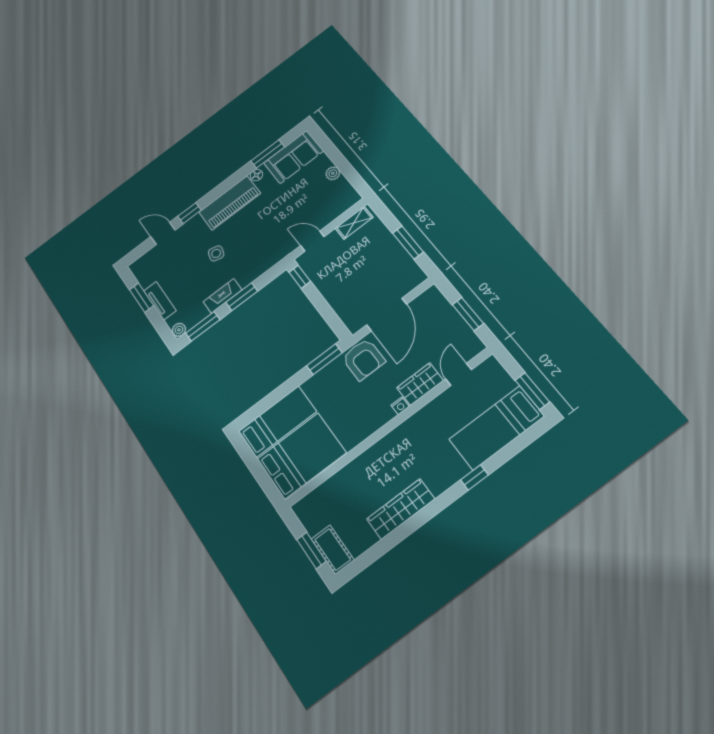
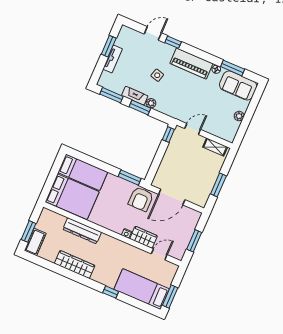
door: (163, 233) -> (153, 33), hinge flipped
door: (312, 241) -> (193, 129), hinge flipped
plant: (179, 330) -> (151, 103), moved
dresser: (358, 469) -> (82, 231), added

